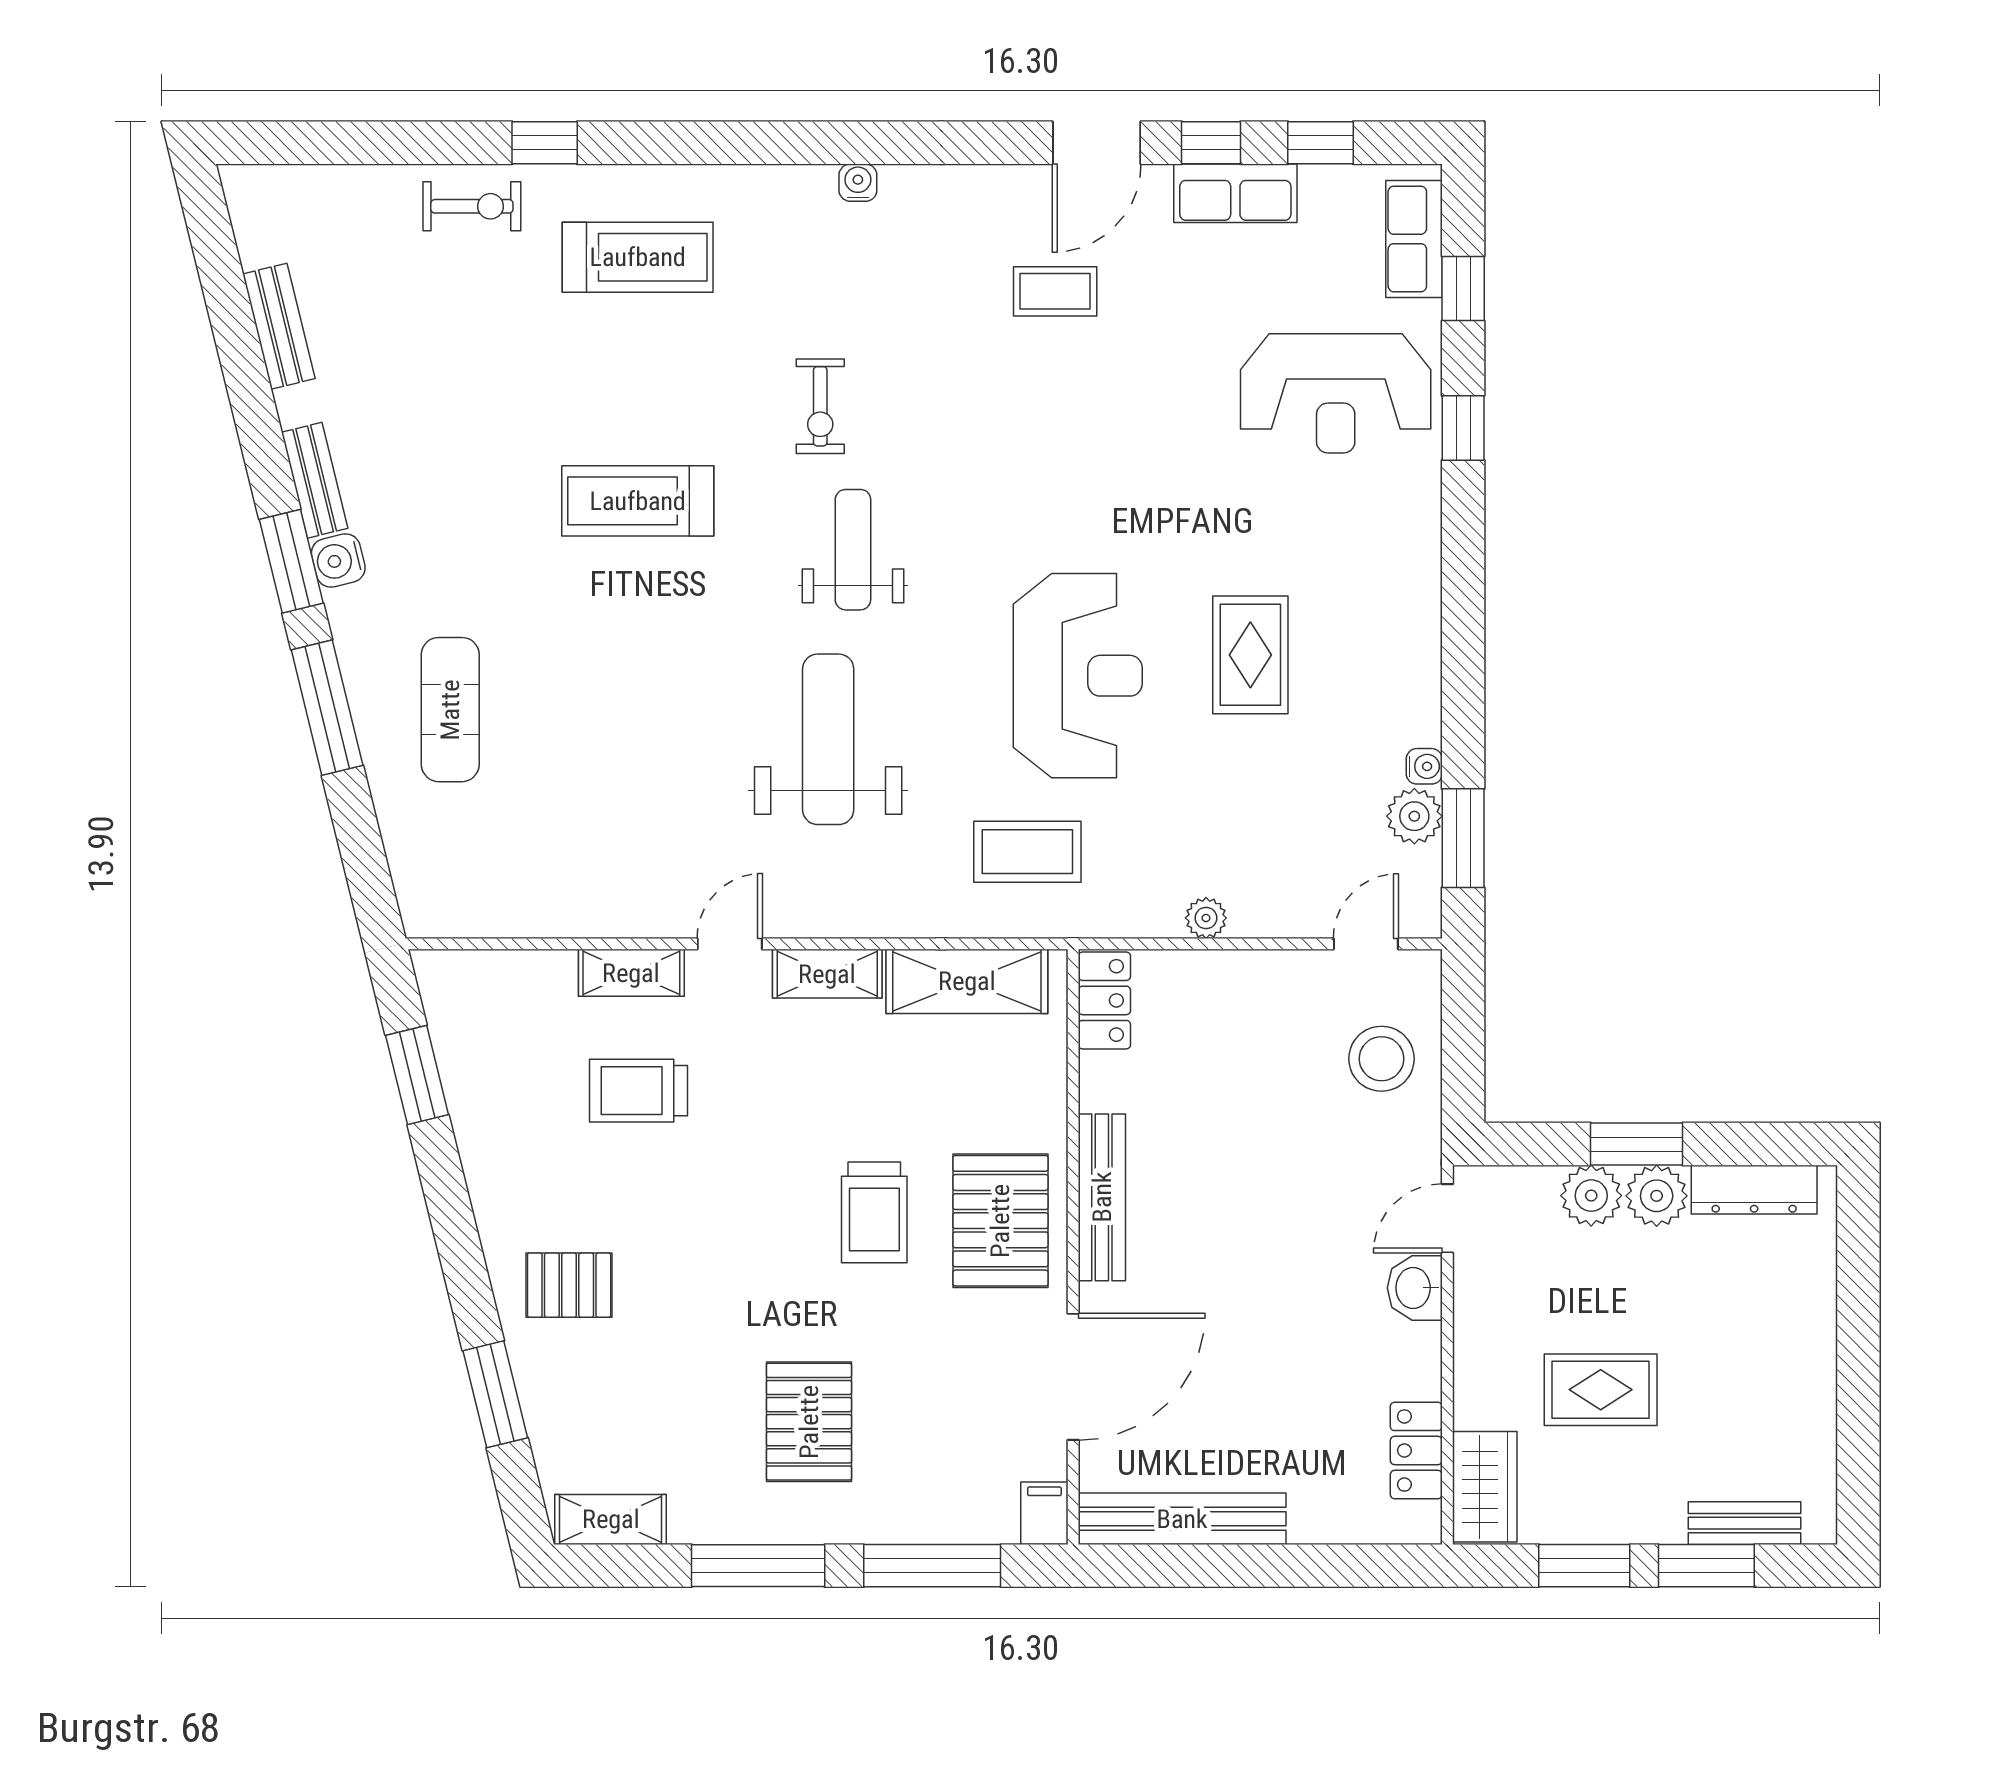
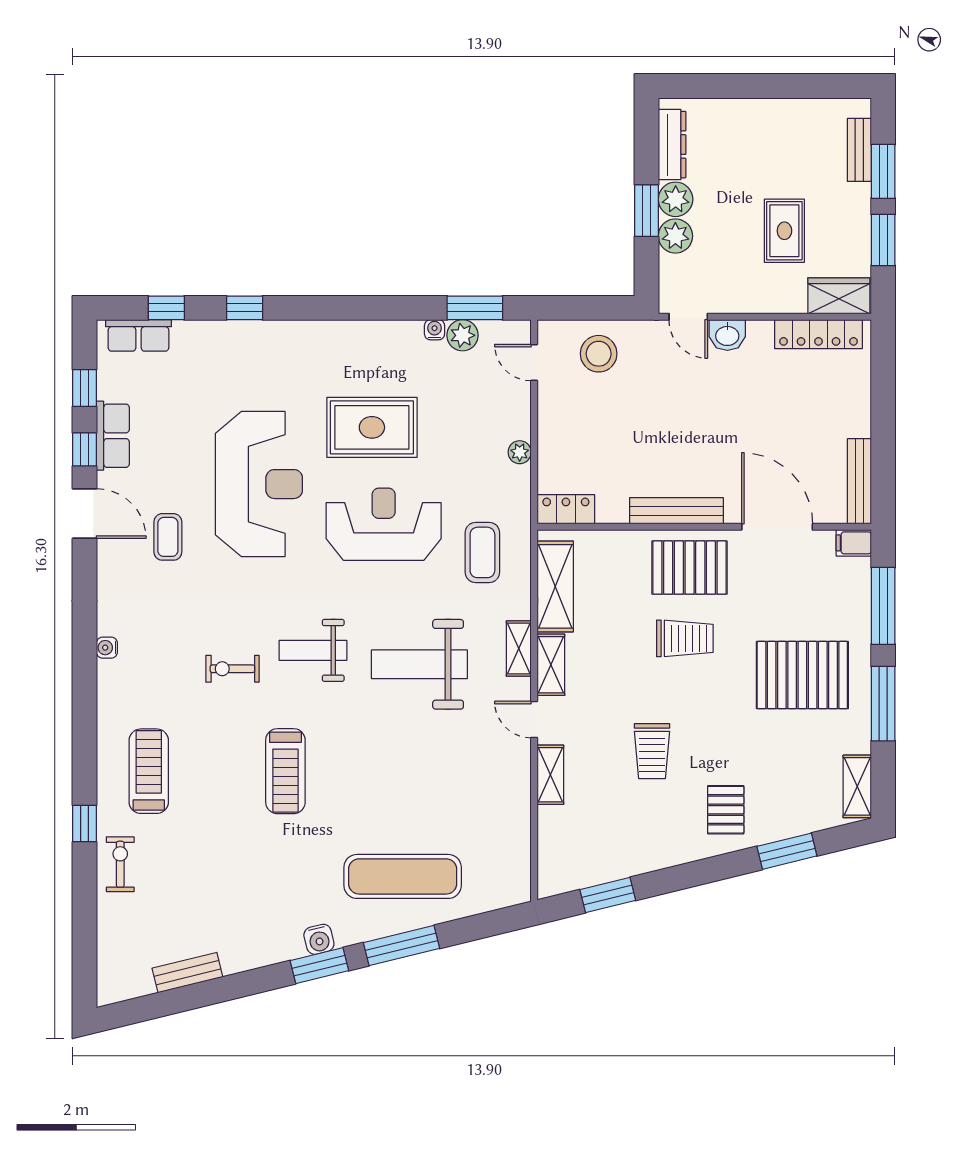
reception desk: (1336, 393) -> (259, 484), moved, width x1.36, depth x1.30
exercise bike: (820, 406) -> (232, 669), turned 180
bench: (315, 480) -> (274, 953), removed
rug: (1250, 655) -> (372, 427), width x1.36, depth x1.43
exercise mat: (450, 710) -> (403, 876), width x1.36, depth x1.45
shelving: (856, 916) -> (519, 649), added
trolley: (638, 1091) -> (652, 751), moved
pallet: (809, 1422) -> (802, 675), width x1.37, depth x1.41
locker: (1416, 1450) -> (819, 334), width x1.53
bench: (1182, 1519) -> (859, 481), width x0.73, depth x0.82

